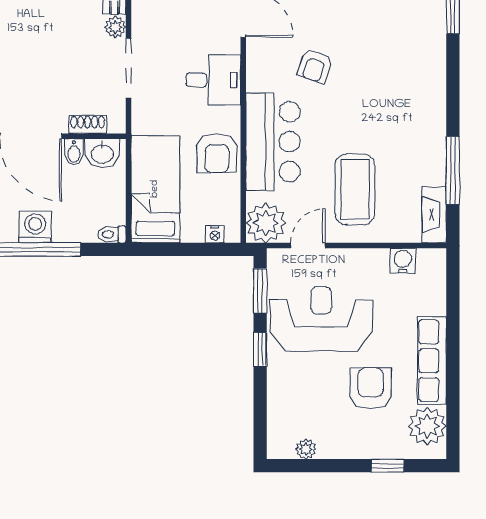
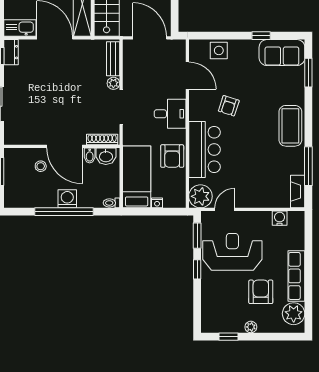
shoe rack: (88, 124) -> (102, 139), width x1.43
coffee table: (355, 189) -> (290, 126), moved
nightstand: (215, 234) -> (157, 203), moved
plant: (306, 449) -> (251, 327), moved
window: (388, 466) -> (229, 337), moved

